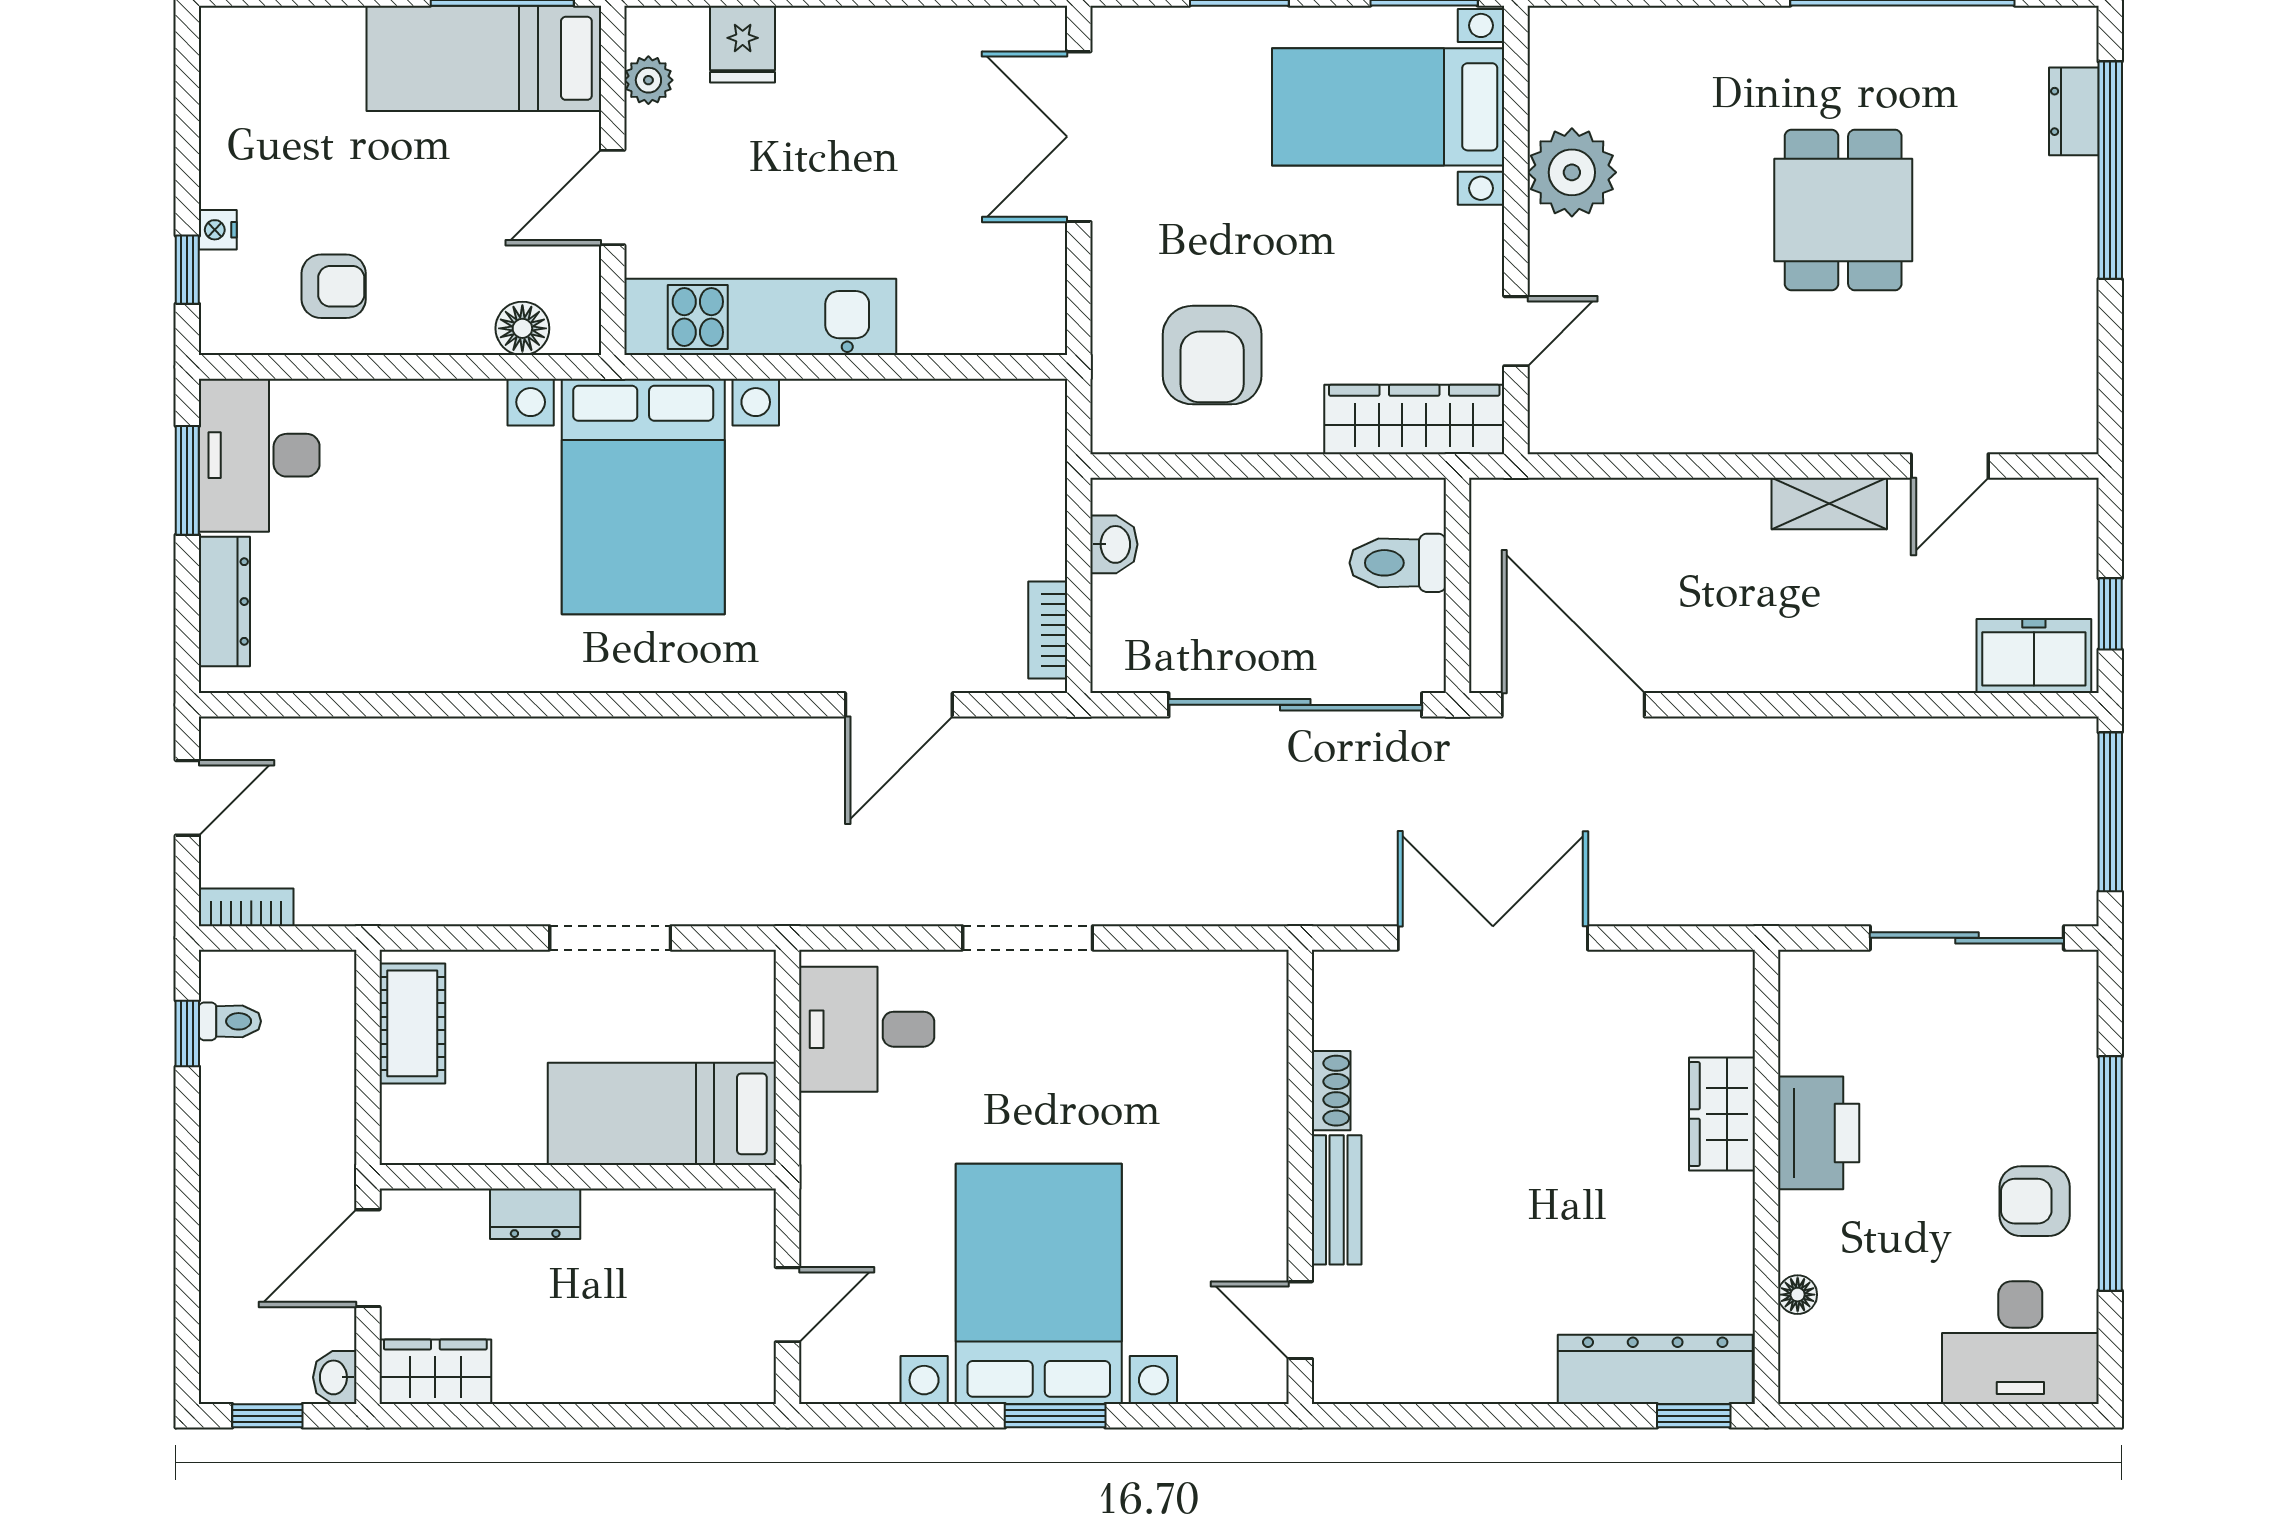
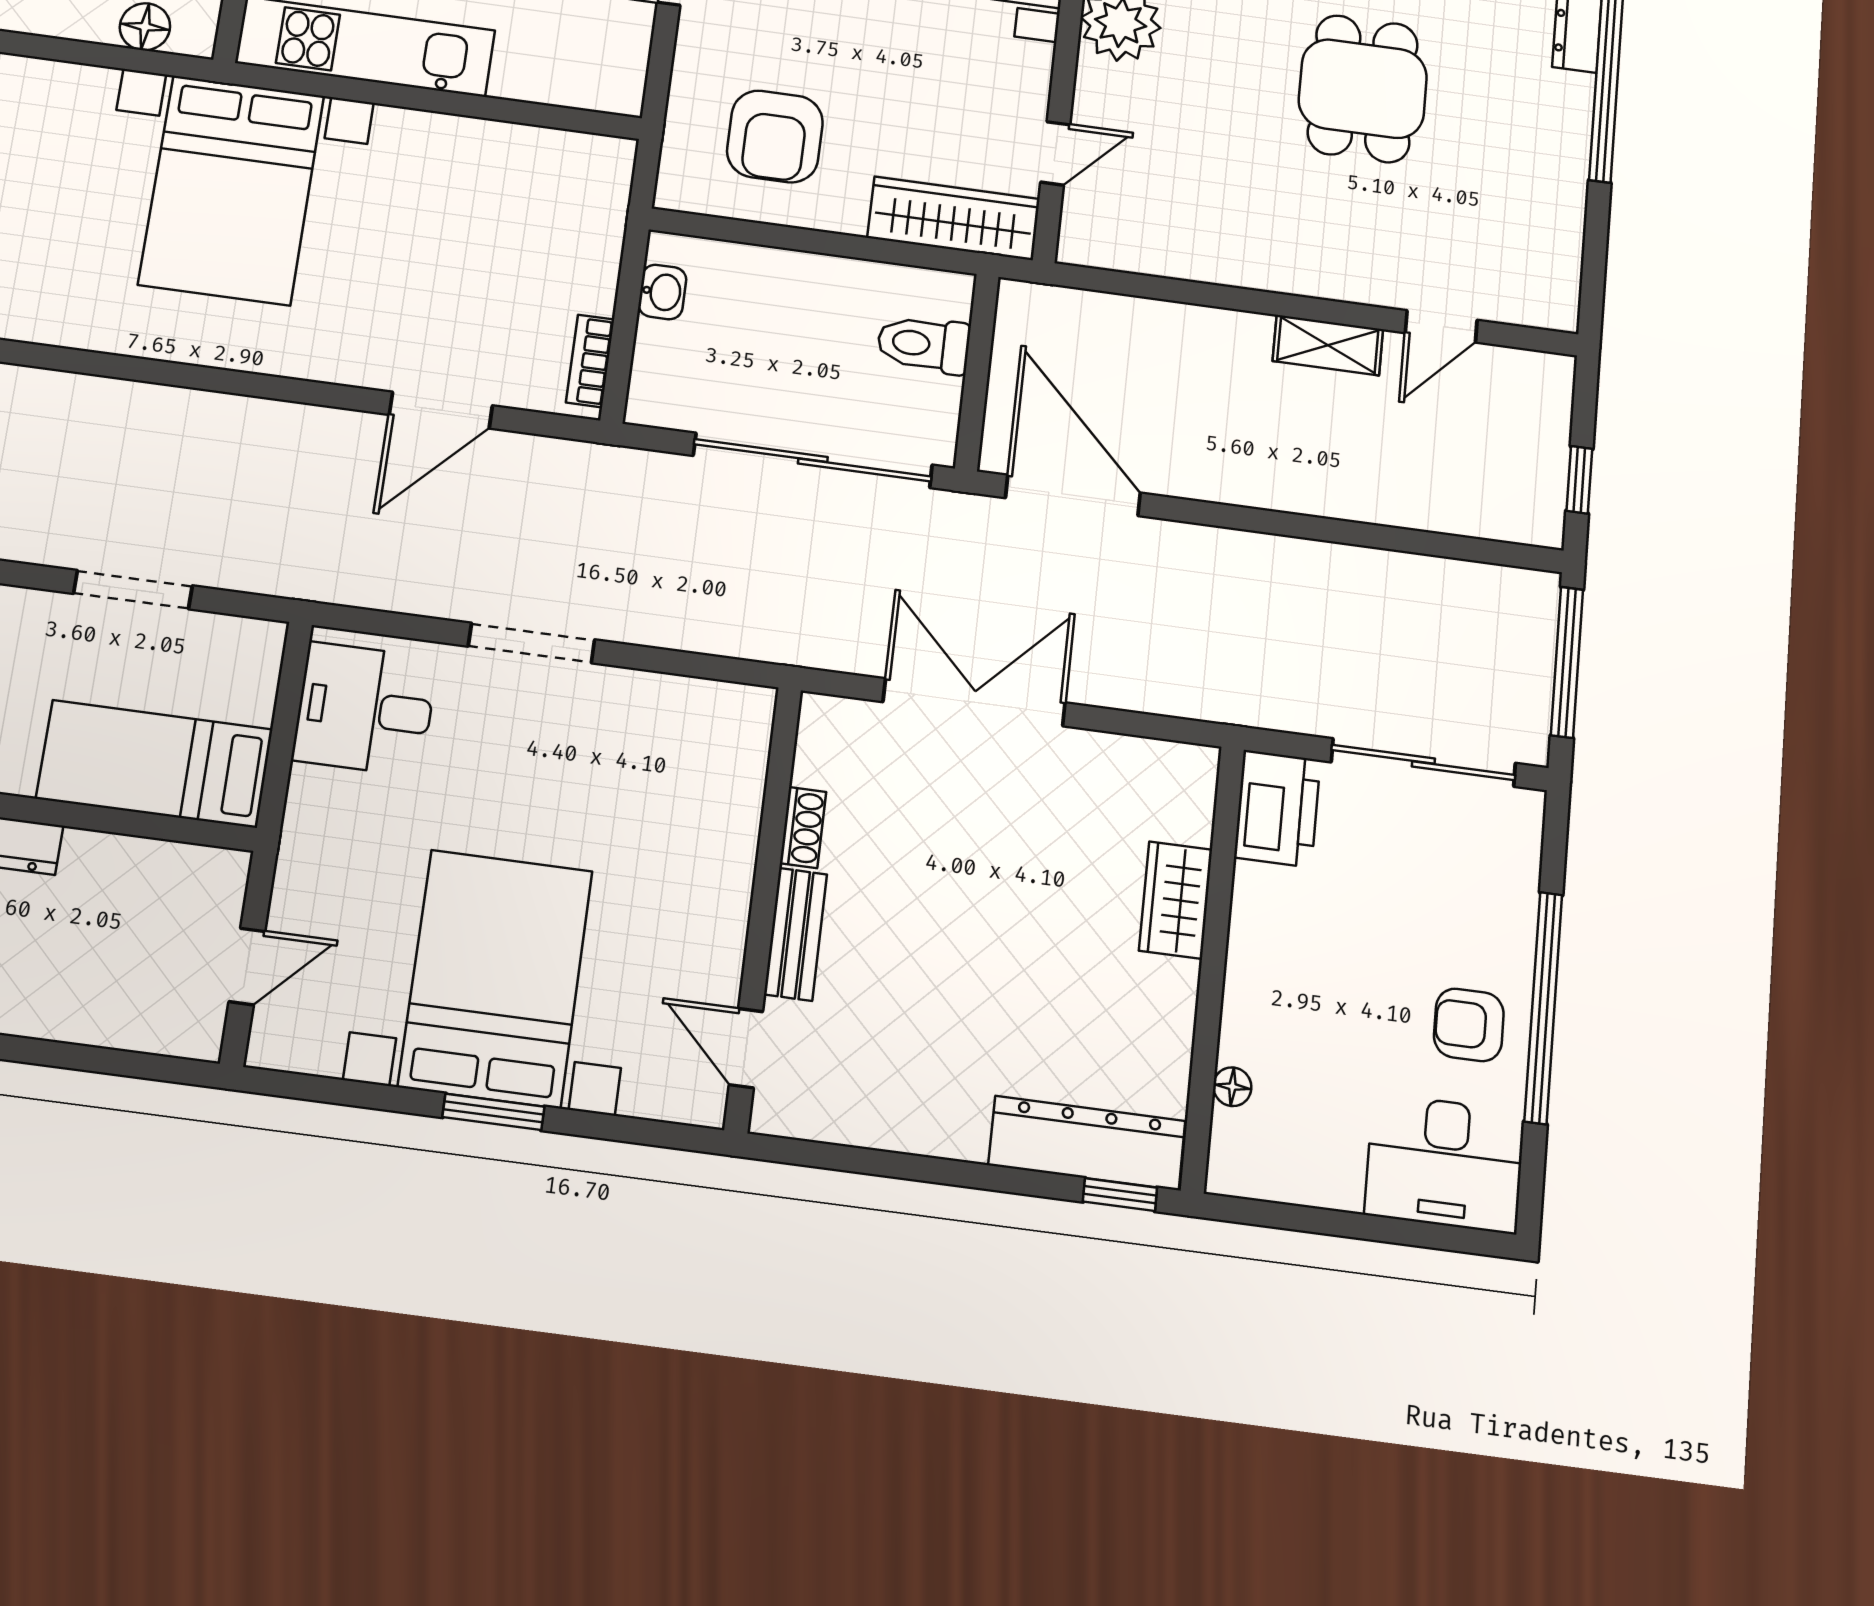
freezer: (2034, 656) -> (1506, 509), removed
printer: (1819, 1133) -> (1277, 809), moved

